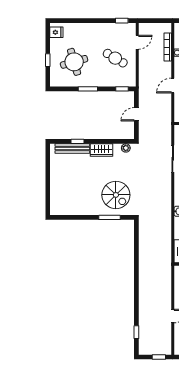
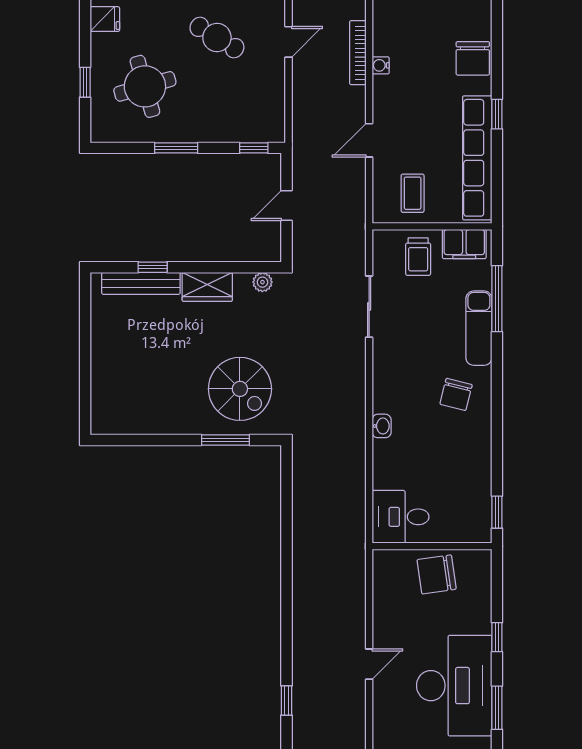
cafe table: (115, 58) -> (217, 38), moved

